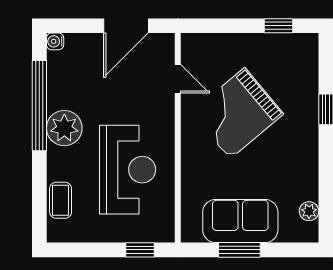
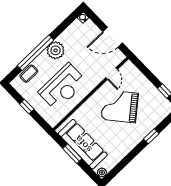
window: (39, 106) -> (35, 53), moved
plant: (309, 211) -> (102, 172), moved
sofa: (240, 221) -> (83, 144), width x1.36
window: (140, 250) -> (27, 107), moved

